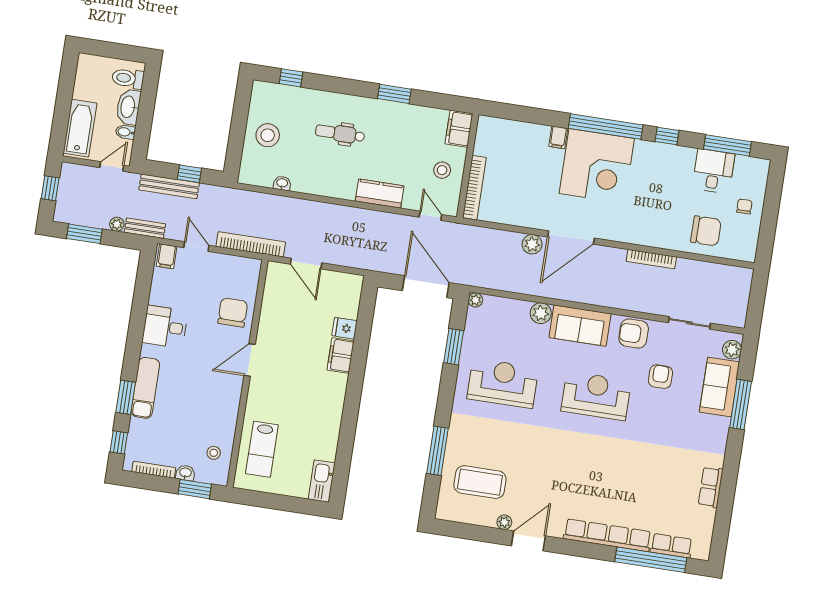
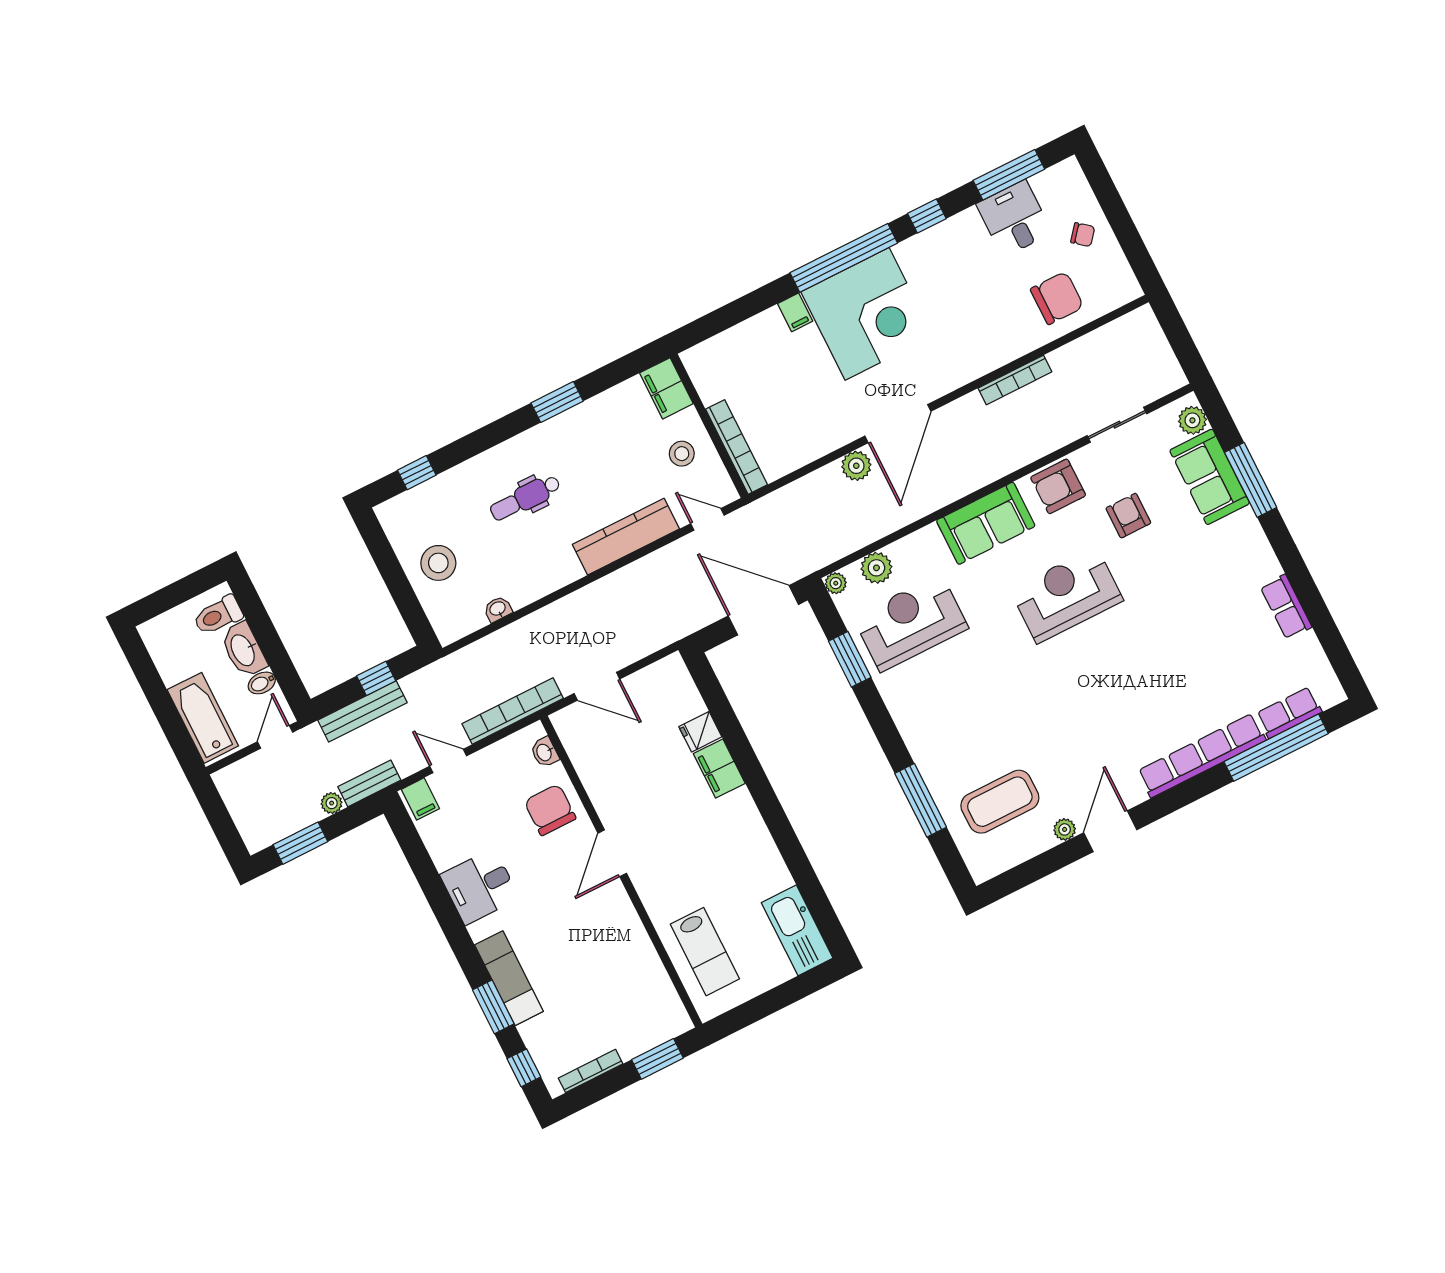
window: (50, 188) -> (219, 817), removed
kitchen counter: (380, 194) -> (626, 537), width x1.50
chair: (744, 206) -> (1083, 235), turned 129
plant: (541, 313) -> (876, 568), moved
reception desk: (503, 383) -> (911, 623), moved
stool: (214, 453) -> (649, 998), removed
washbasin: (185, 473) -> (545, 752), moved, turned -90
kitchen sink: (322, 481) -> (797, 930), width x1.36, depth x1.24

